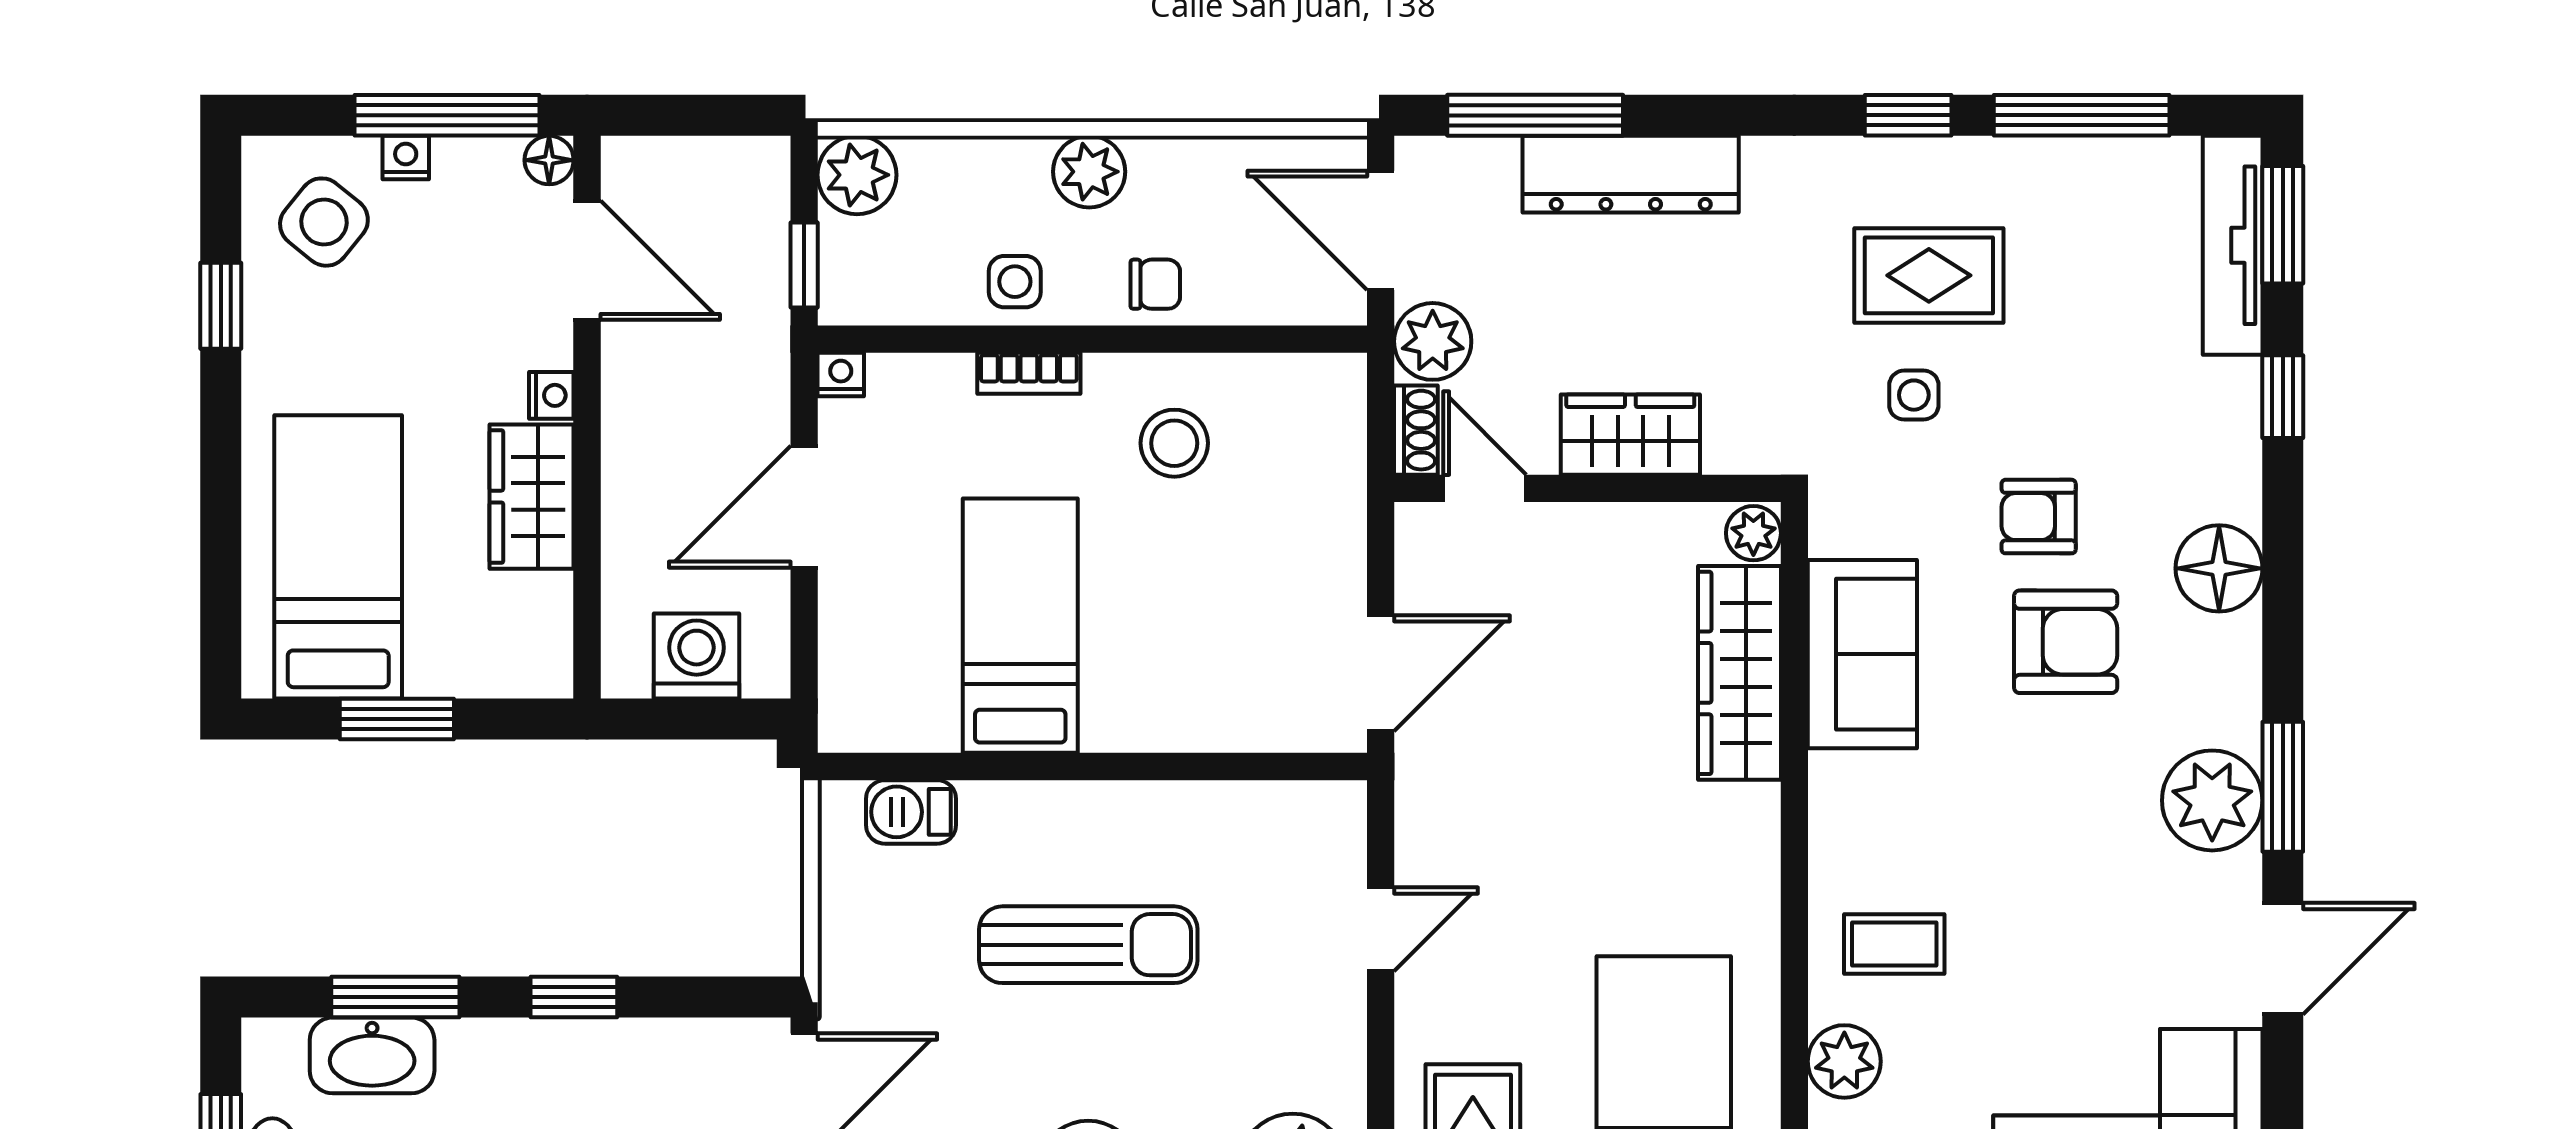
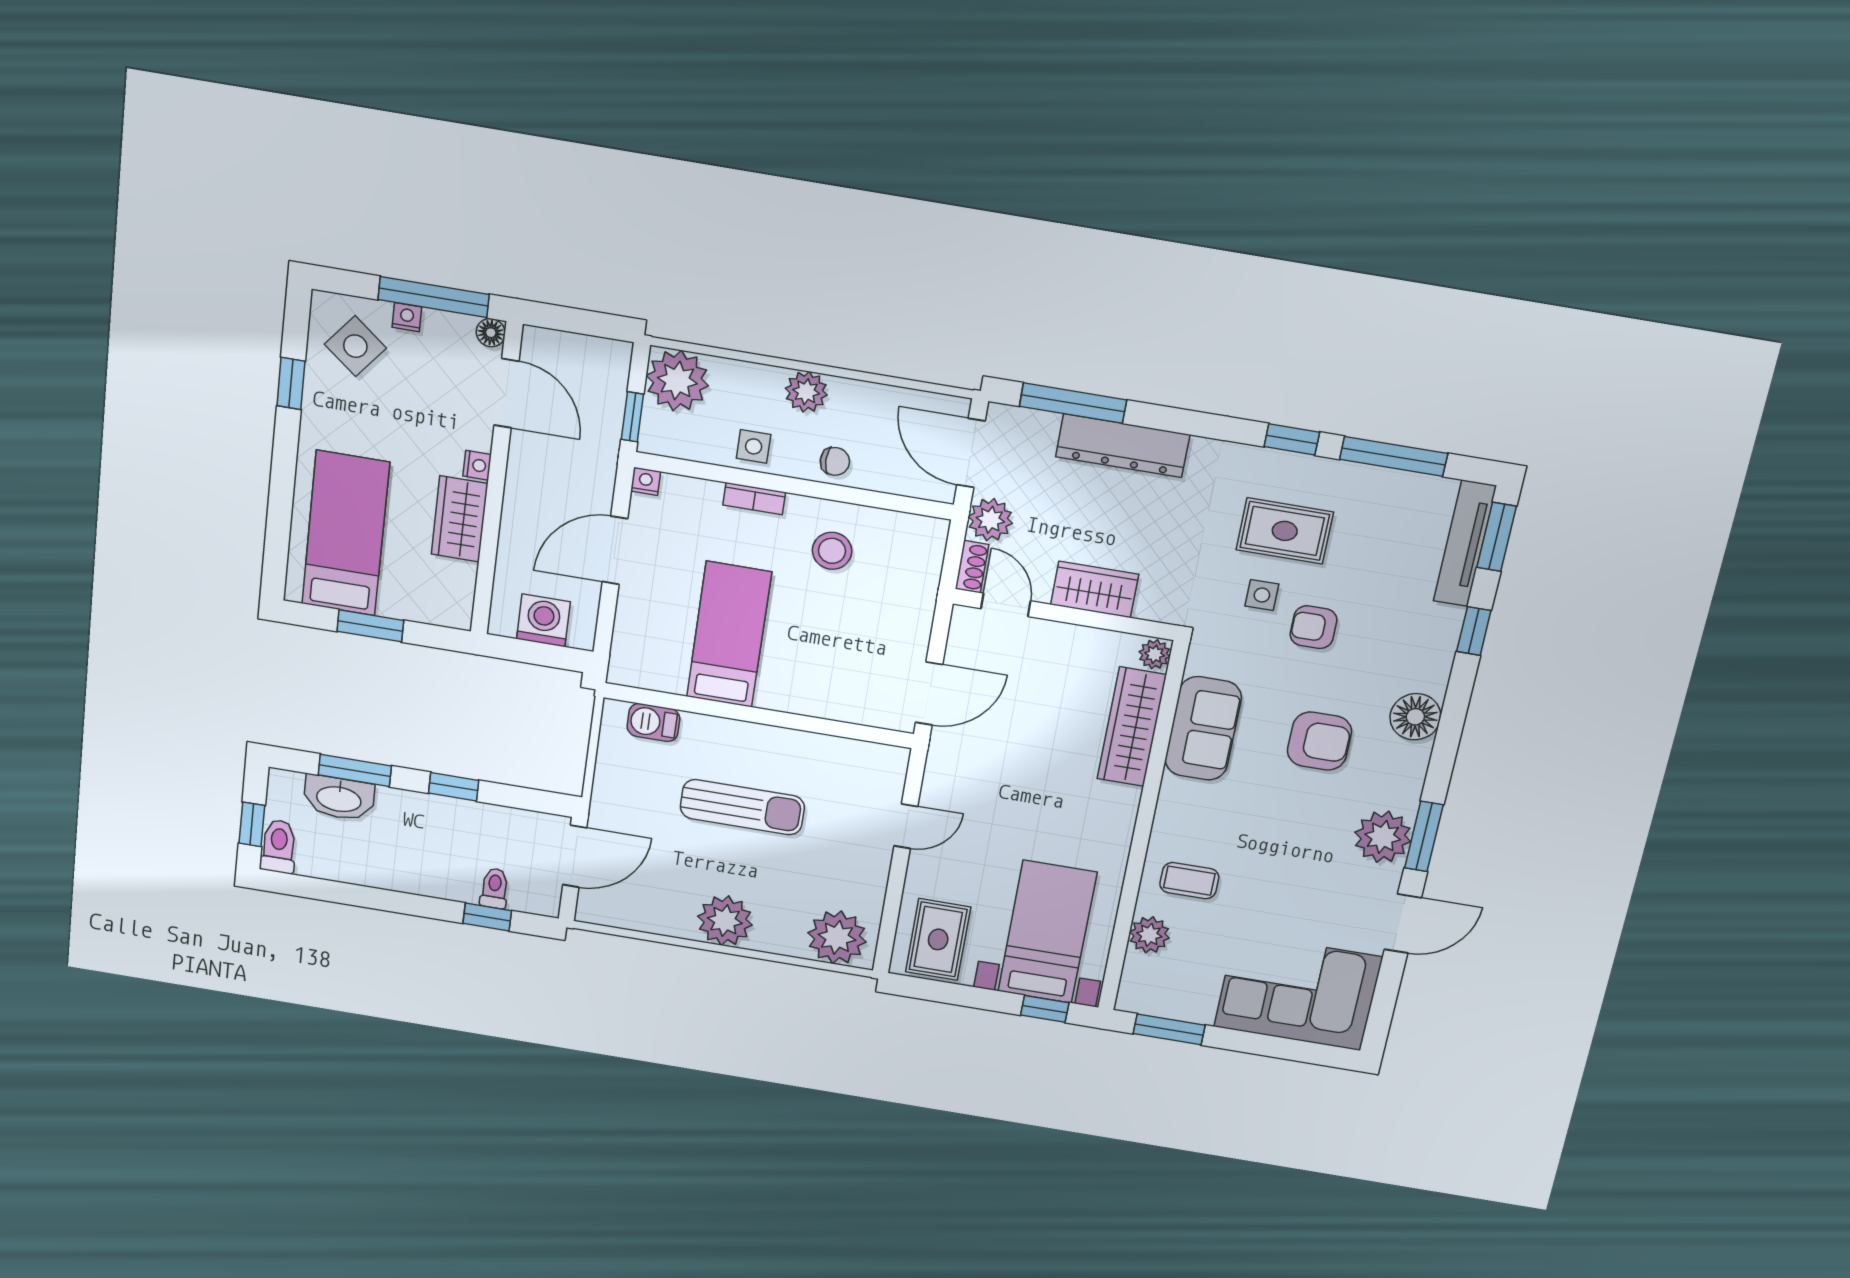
plant: (857, 175) -> (677, 381), width x1.36, depth x1.36
armchair: (2039, 517) -> (1313, 627), moved

